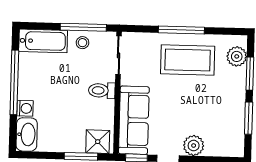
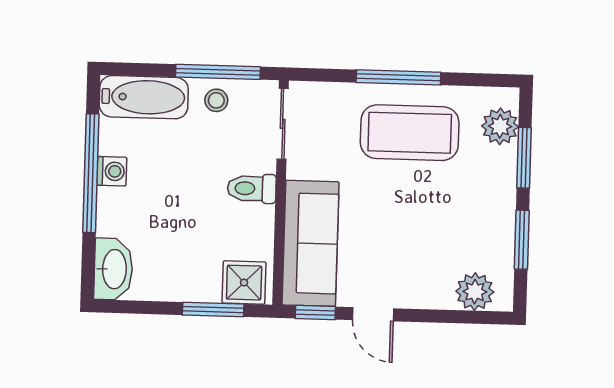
washing machine: (25, 108) -> (112, 171), moved
plant: (194, 146) -> (475, 292), moved

